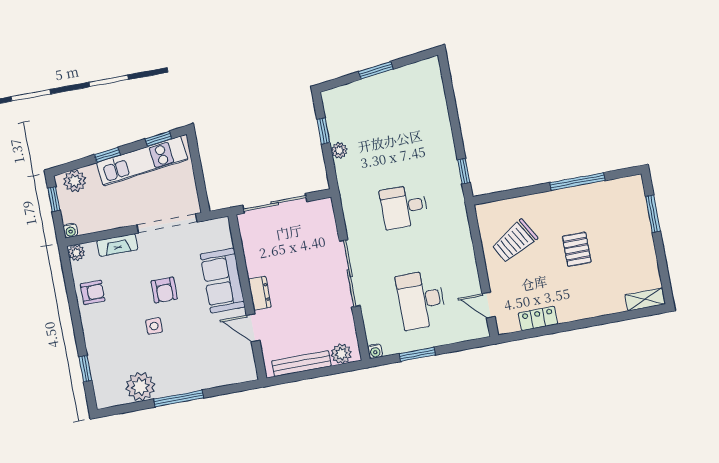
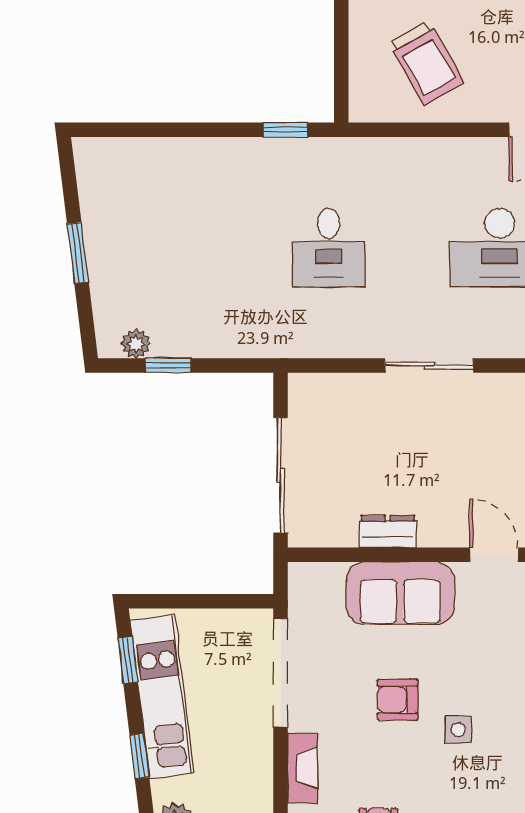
plant: (339, 150) -> (136, 344), moved
sliding door: (350, 273) -> (429, 366), width x0.73
armchair: (164, 290) -> (398, 700), turned 180
dresser: (260, 293) -> (388, 531), moved
door: (253, 328) -> (494, 555), swing flipped

